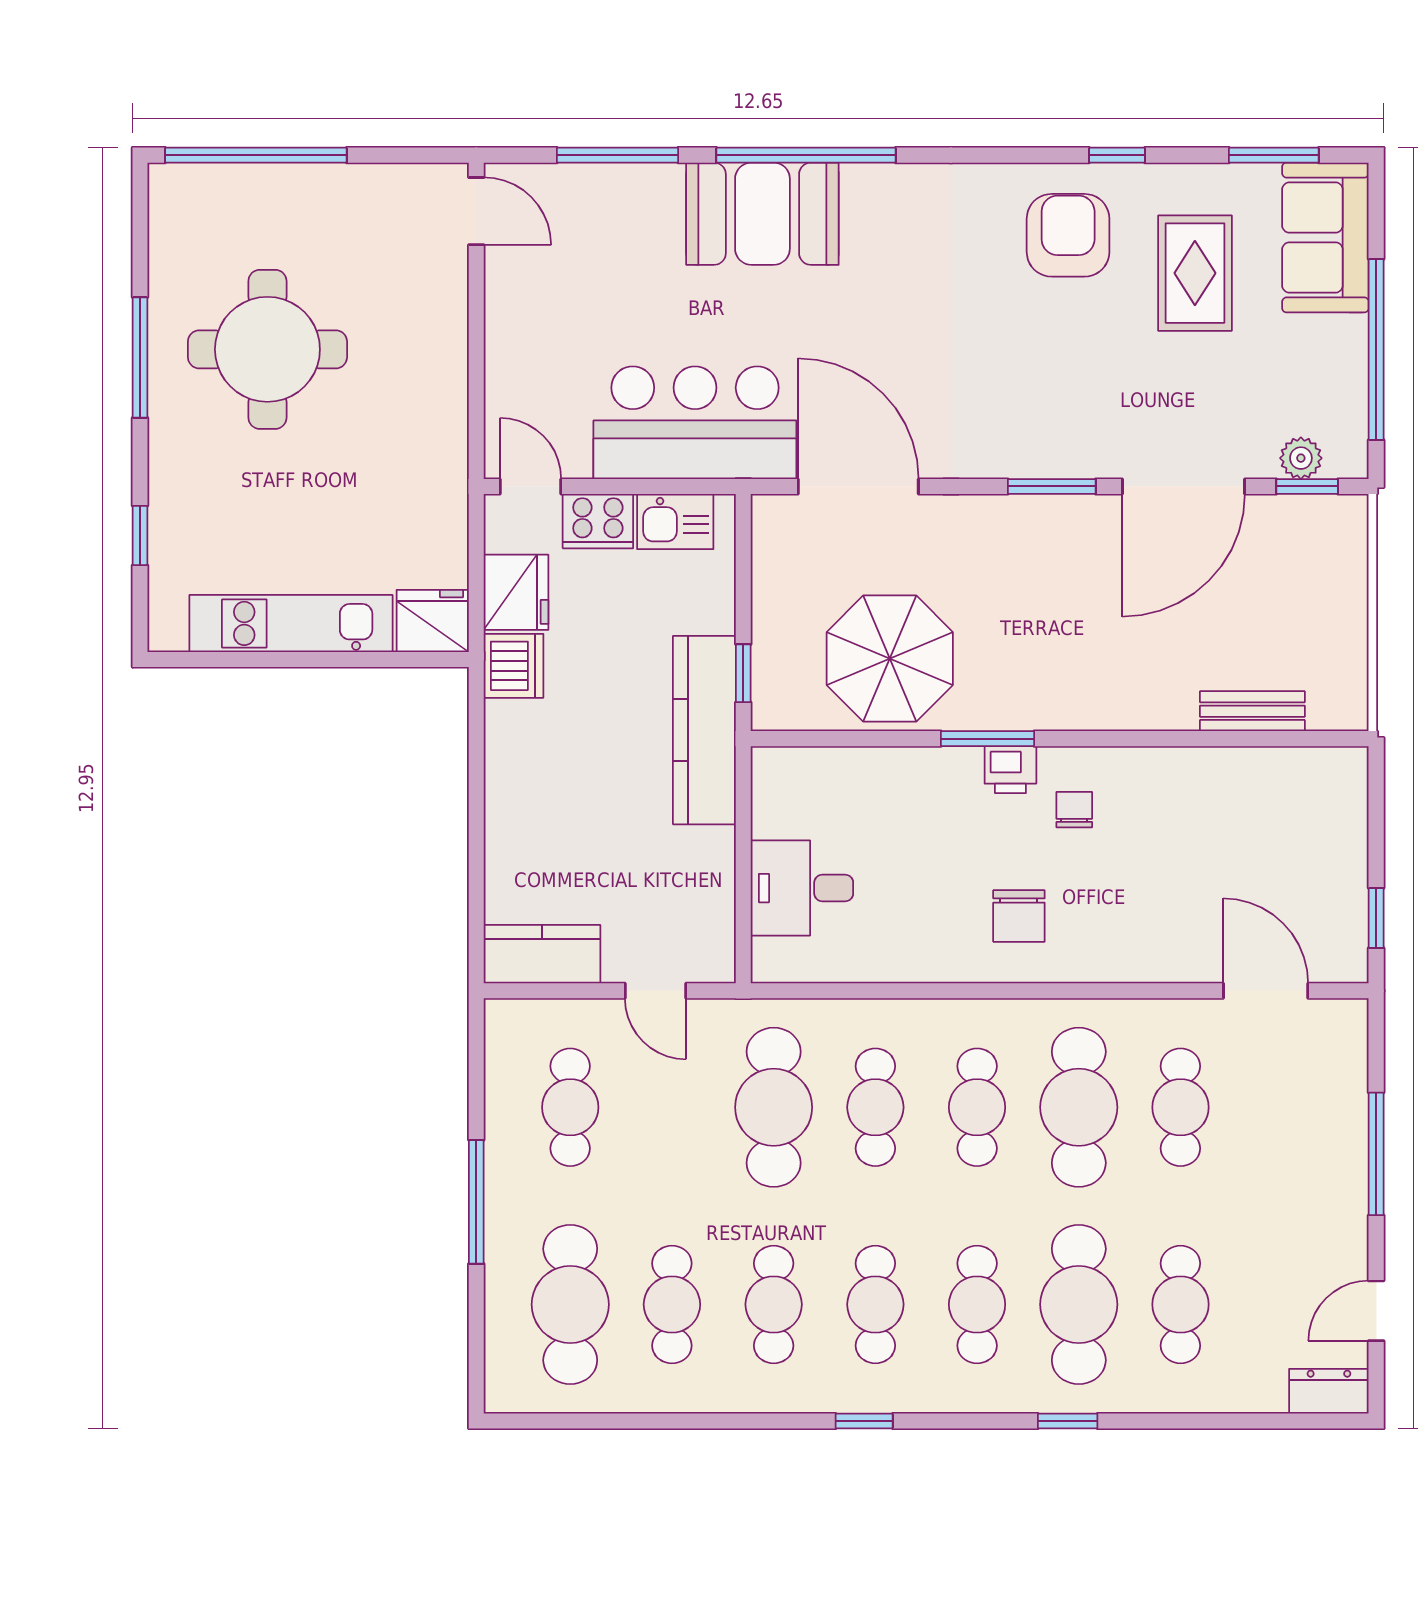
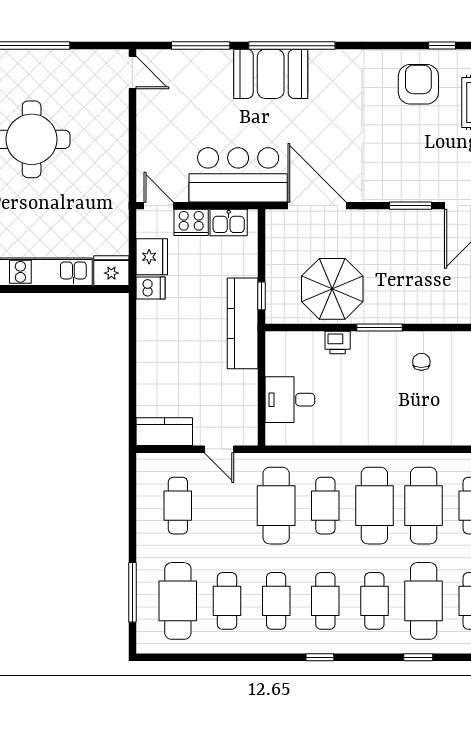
dishwasher: (514, 666) -> (150, 288), width x0.73
printer: (1010, 770) -> (338, 342), moved
chair: (1019, 916) -> (395, 413), removed
cafe table: (977, 1107) -> (374, 506), width x1.37, depth x1.35
window: (476, 1202) -> (132, 592), moved

